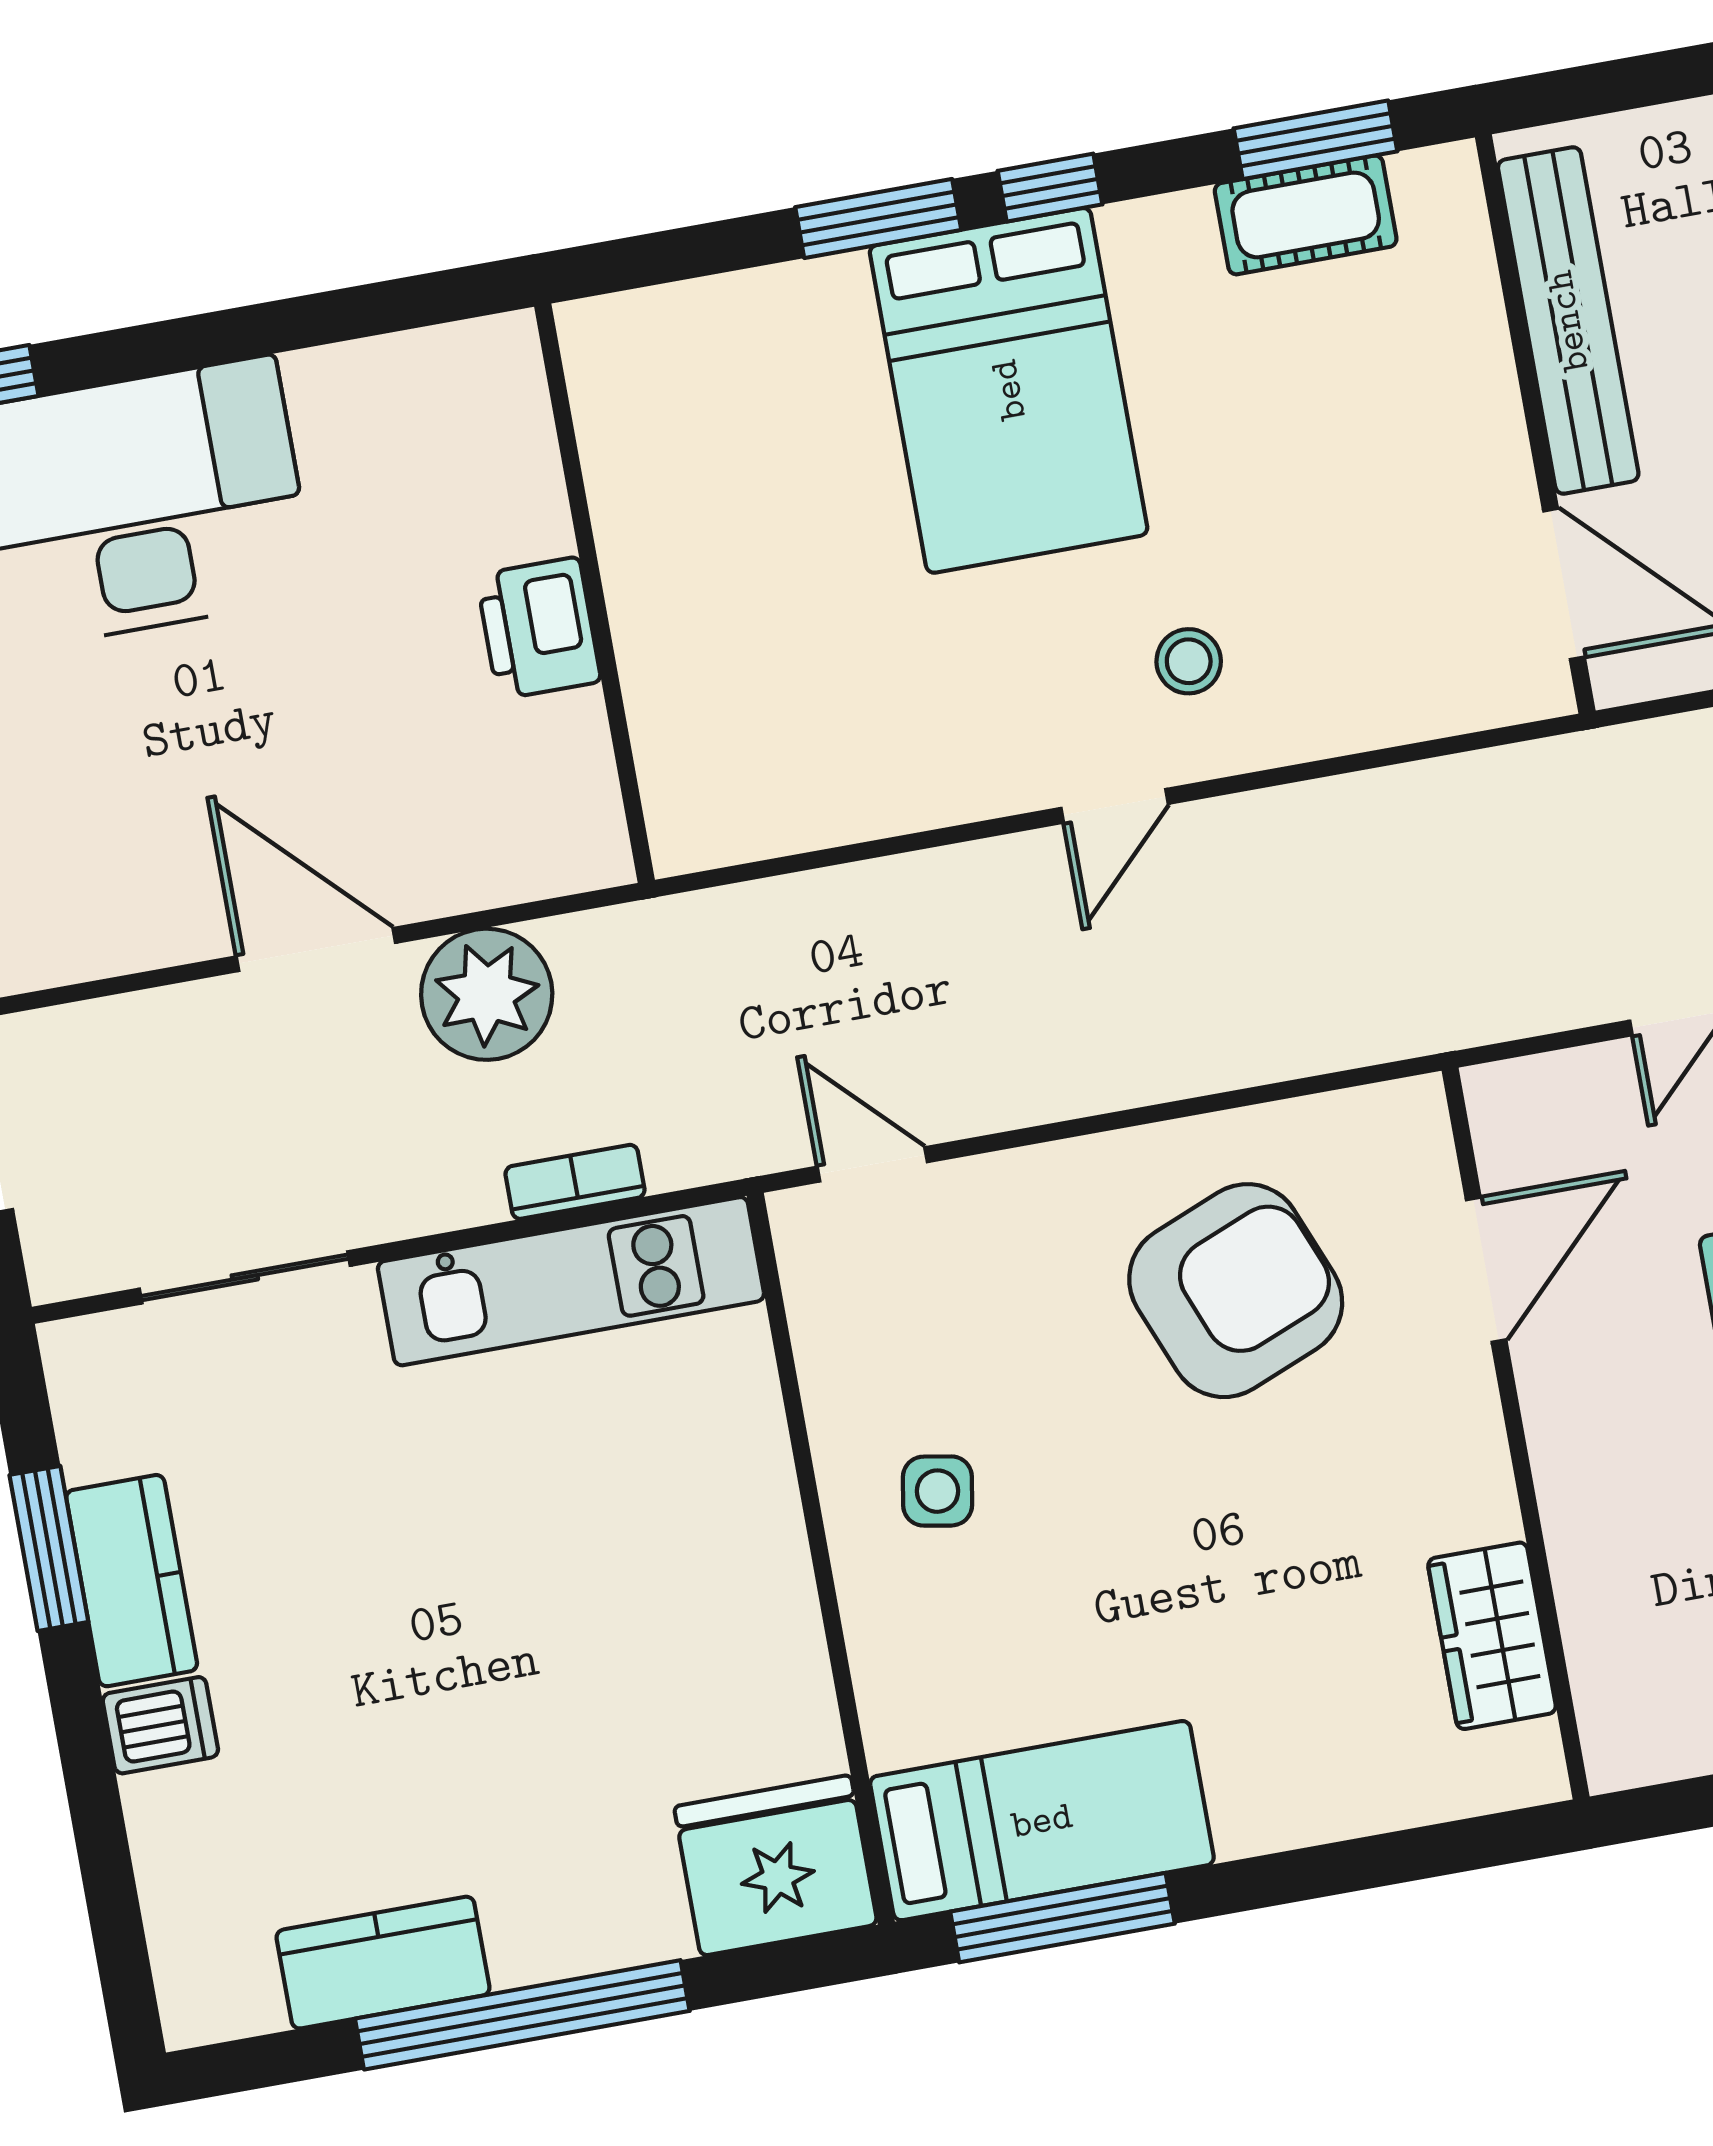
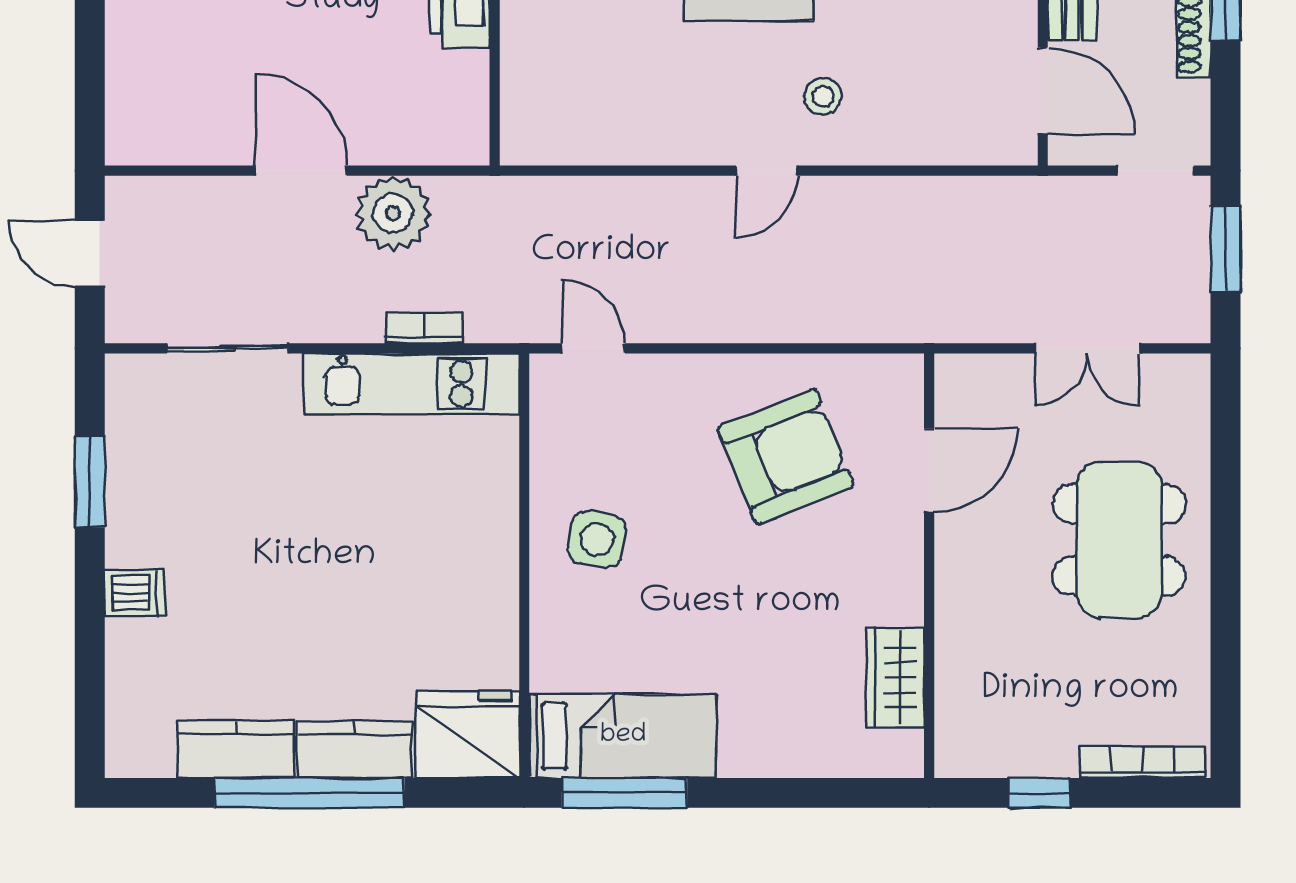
side table: (938, 1491) -> (597, 539), width x1.37, depth x1.37
kitchen counter: (132, 1581) -> (355, 749), moved, turned -90

